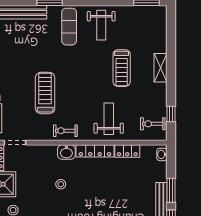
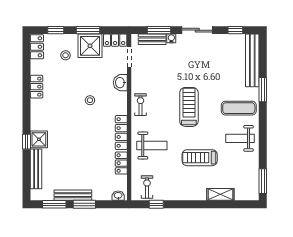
shelving: (161, 68) -> (220, 194), moved
treadmill: (45, 93) -> (189, 107), moved, turned -90
washbasin: (66, 152) -> (120, 83), moved

